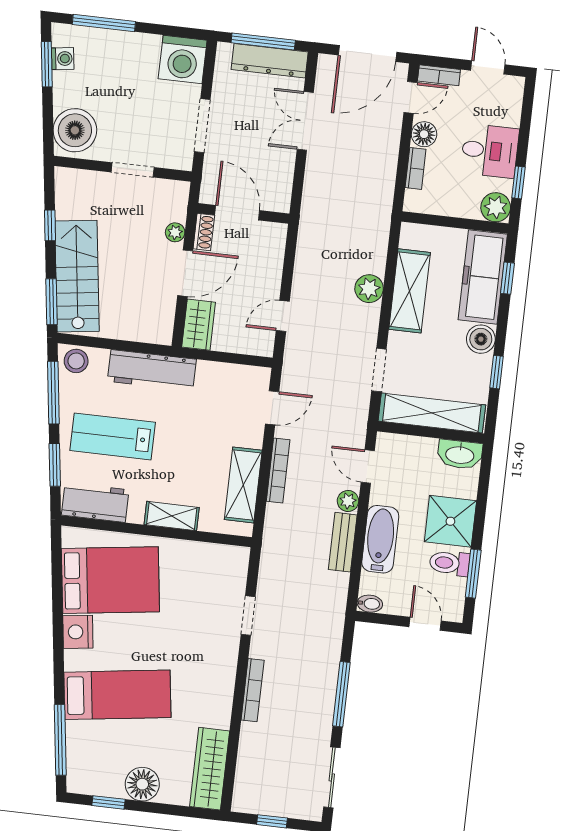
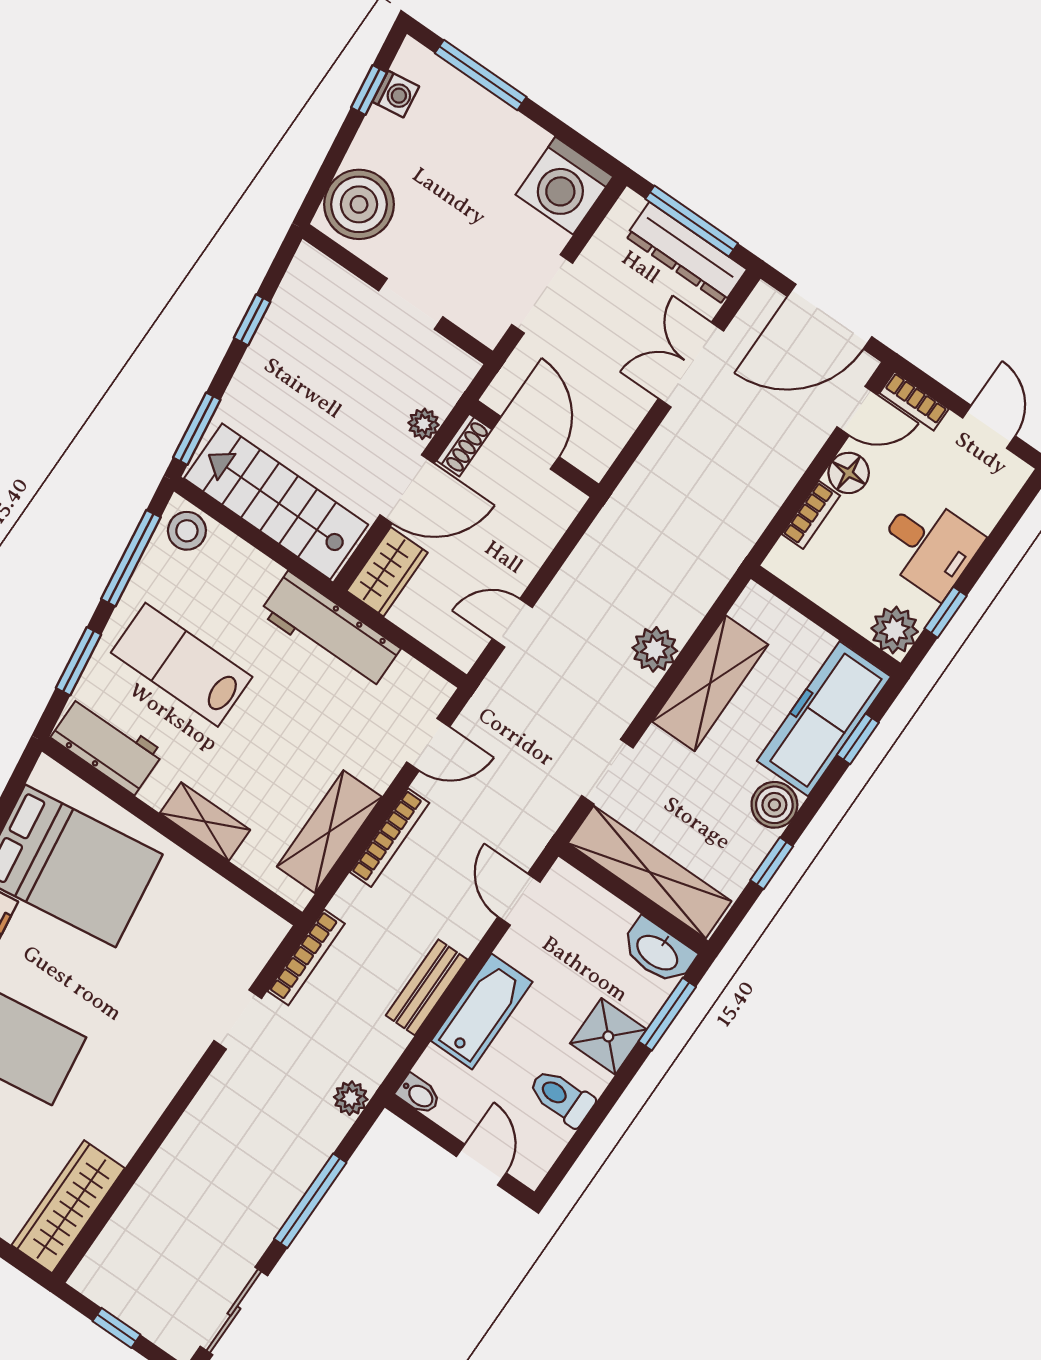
window: (47, 64) -> (369, 90), width x0.67
stairs: (77, 276) -> (276, 502), moved, turned -82
workbench: (152, 370) -> (330, 631), moved
plant: (348, 501) -> (351, 1098), moved
shower: (450, 521) -> (608, 1036), width x0.73, depth x0.73
window: (473, 574) -> (667, 1014), moved
bookcase: (253, 690) -> (306, 957), moved

